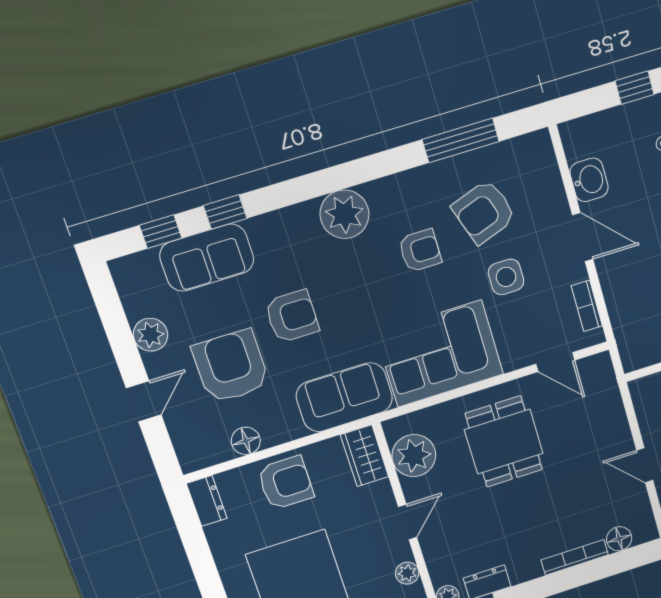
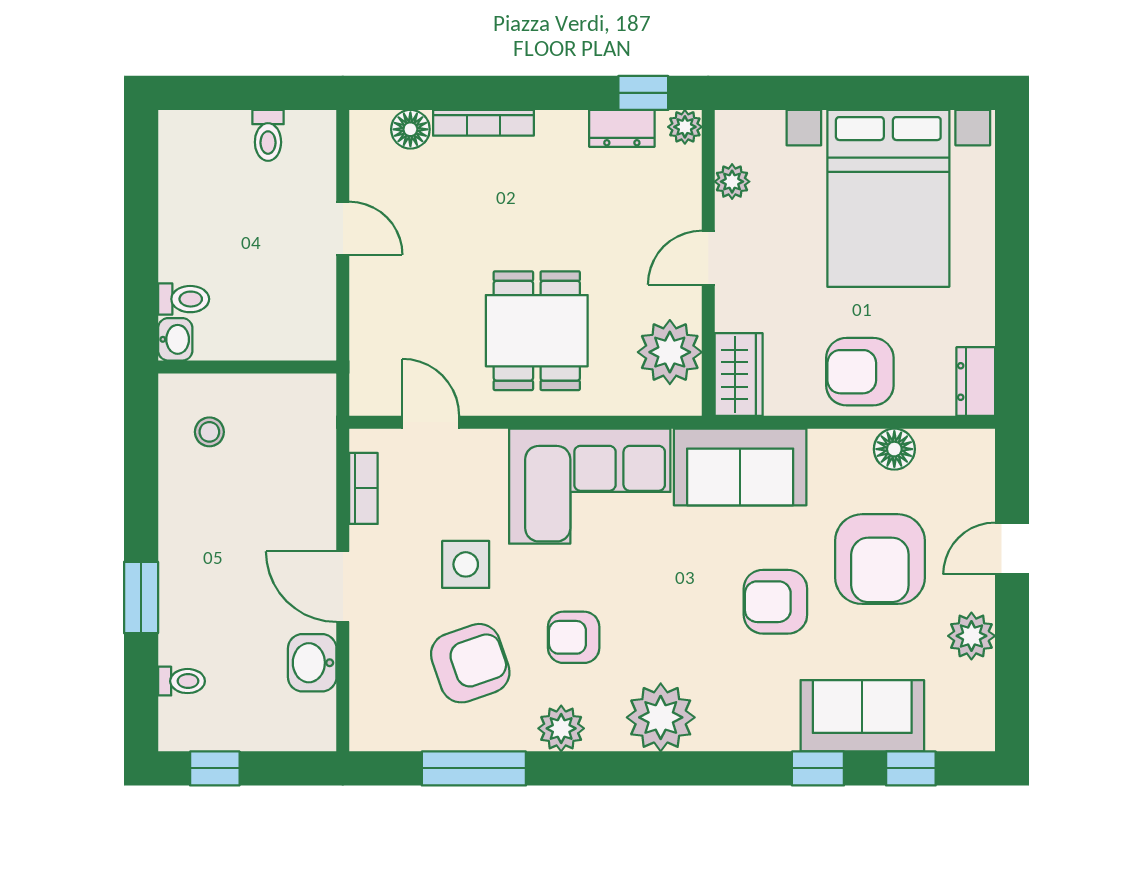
plant: (410, 186) -> (561, 728), added

